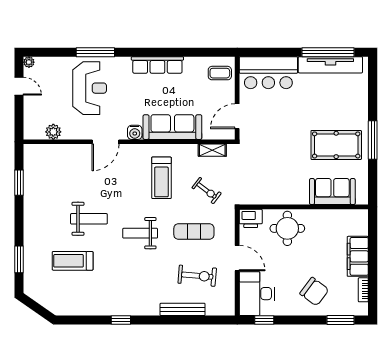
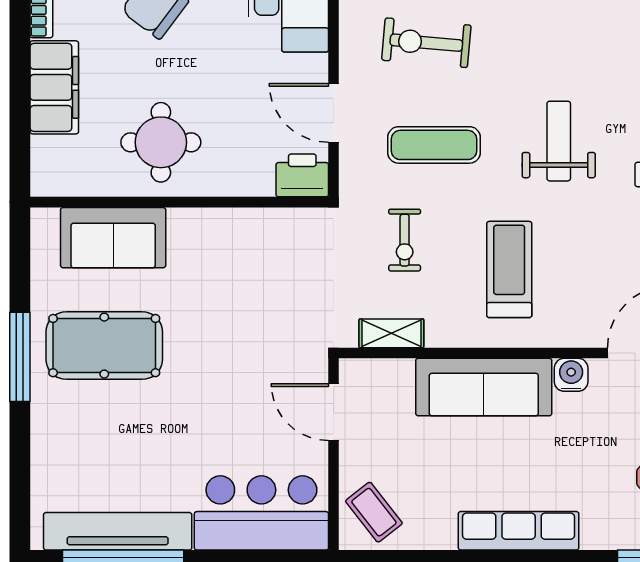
coffee table: (220, 73) -> (374, 512), turned 52
door: (237, 116) -> (334, 412), swing flipped
exercise bike: (207, 190) -> (405, 240), turned -127
round table: (287, 228) -> (161, 142), moved
weight bench: (140, 233) -> (559, 141), turned -90
door: (237, 258) -> (334, 113), moved

